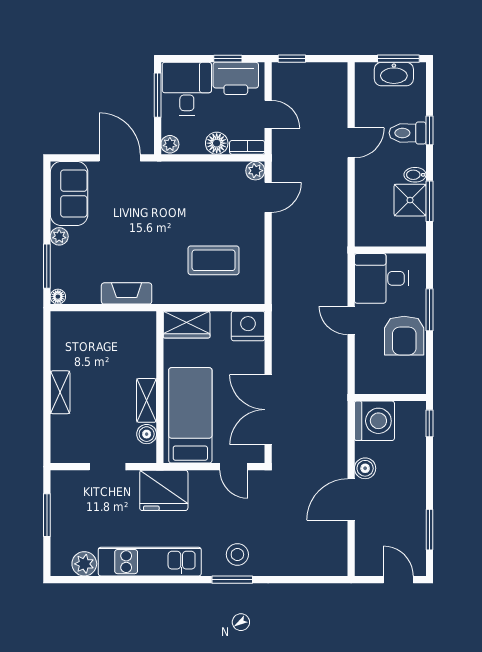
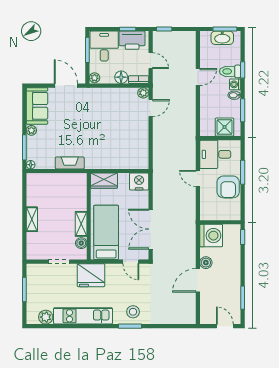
washing machine: (416, 156) -> (235, 84), added
shower: (410, 200) -> (225, 127), moved
coffee table: (214, 260) -> (119, 144), removed

